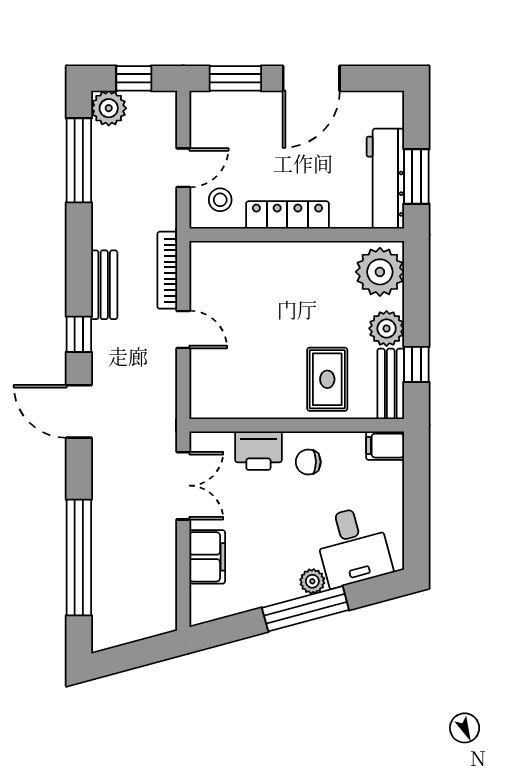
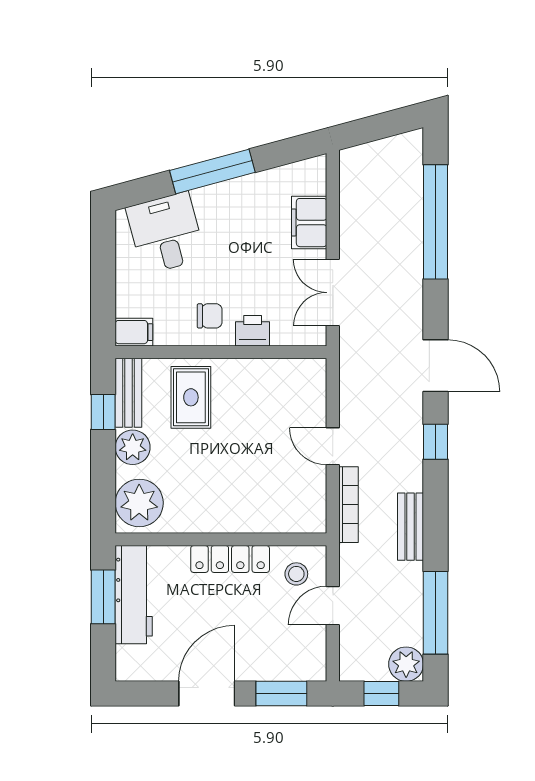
bench: (104, 285) -> (410, 527), moved
printer: (258, 451) -> (253, 331), width x0.73, depth x0.81
plant: (312, 581) -> (206, 198), removed

